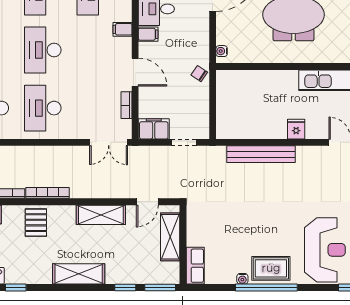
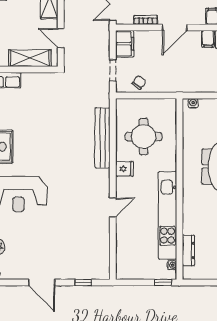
chair: (199, 74) -> (139, 82), moved
round table: (259, 107) -> (144, 137), added

